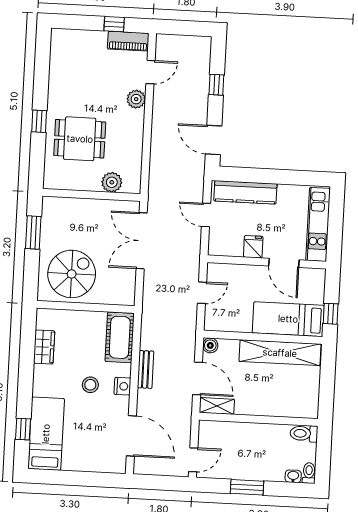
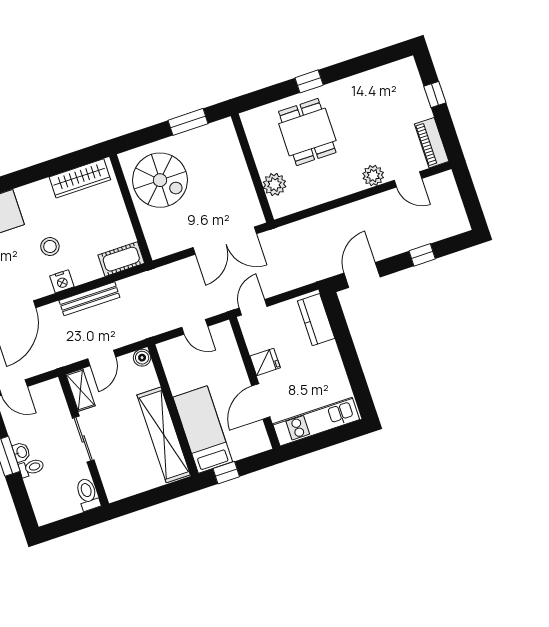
window: (114, 24) -> (435, 94), moved
kitchen counter: (245, 192) -> (316, 320), width x0.67
door: (206, 215) -> (253, 307), moved
double door: (142, 241) -> (225, 241), swing flipped
cot: (120, 337) -> (121, 259), width x0.73, depth x0.75
wardrobe: (44, 347) -> (80, 178), width x1.50
bench: (146, 369) -> (89, 299), width x1.36
door: (198, 378) -> (102, 358), width x0.73
sliding door: (257, 419) -> (83, 439), added
toilet: (309, 473) -> (31, 468), moved
washbasin: (293, 476) -> (21, 452), moved

